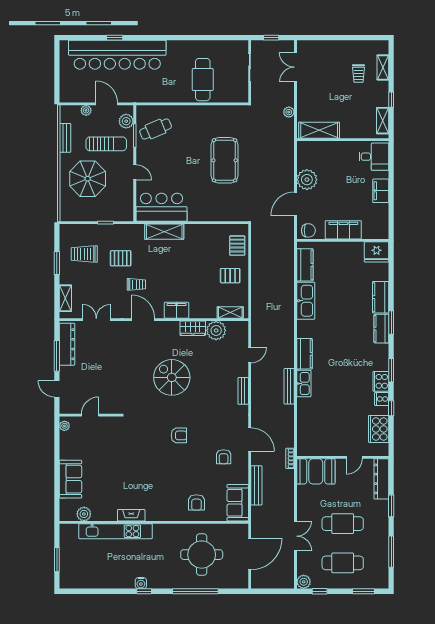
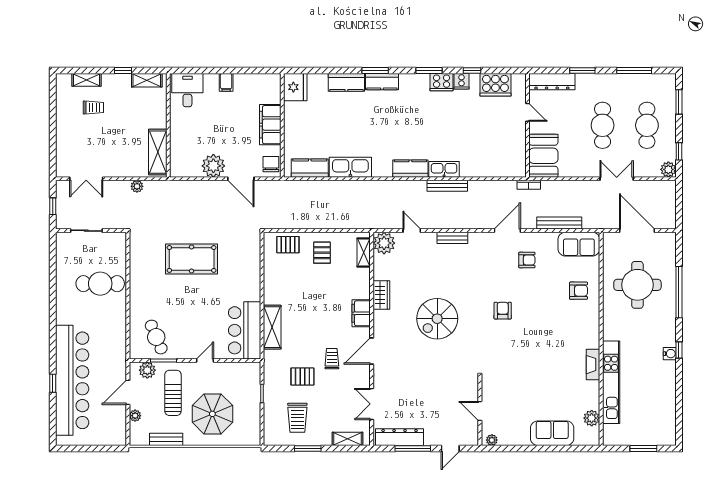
filing cabinet: (381, 191) -> (226, 82), width x0.50
pallet: (121, 258) -> (302, 377), turned 90
plant: (216, 330) -> (384, 243), moved

